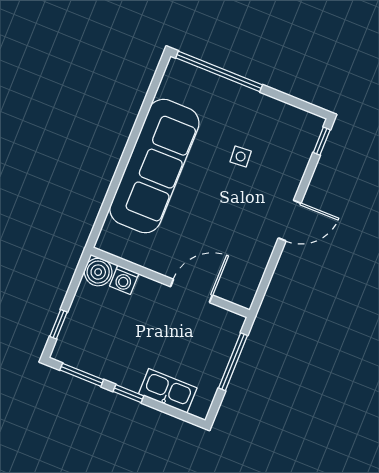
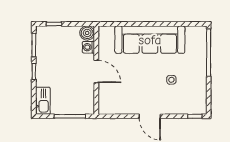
door: (191, 291) -> (96, 71), moved
kitchen sink: (168, 391) -> (43, 101), moved

